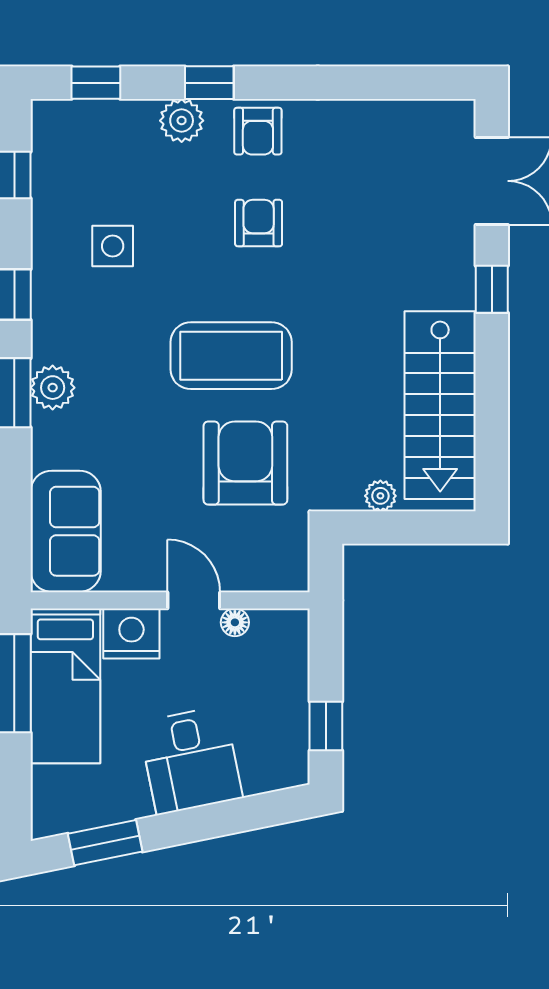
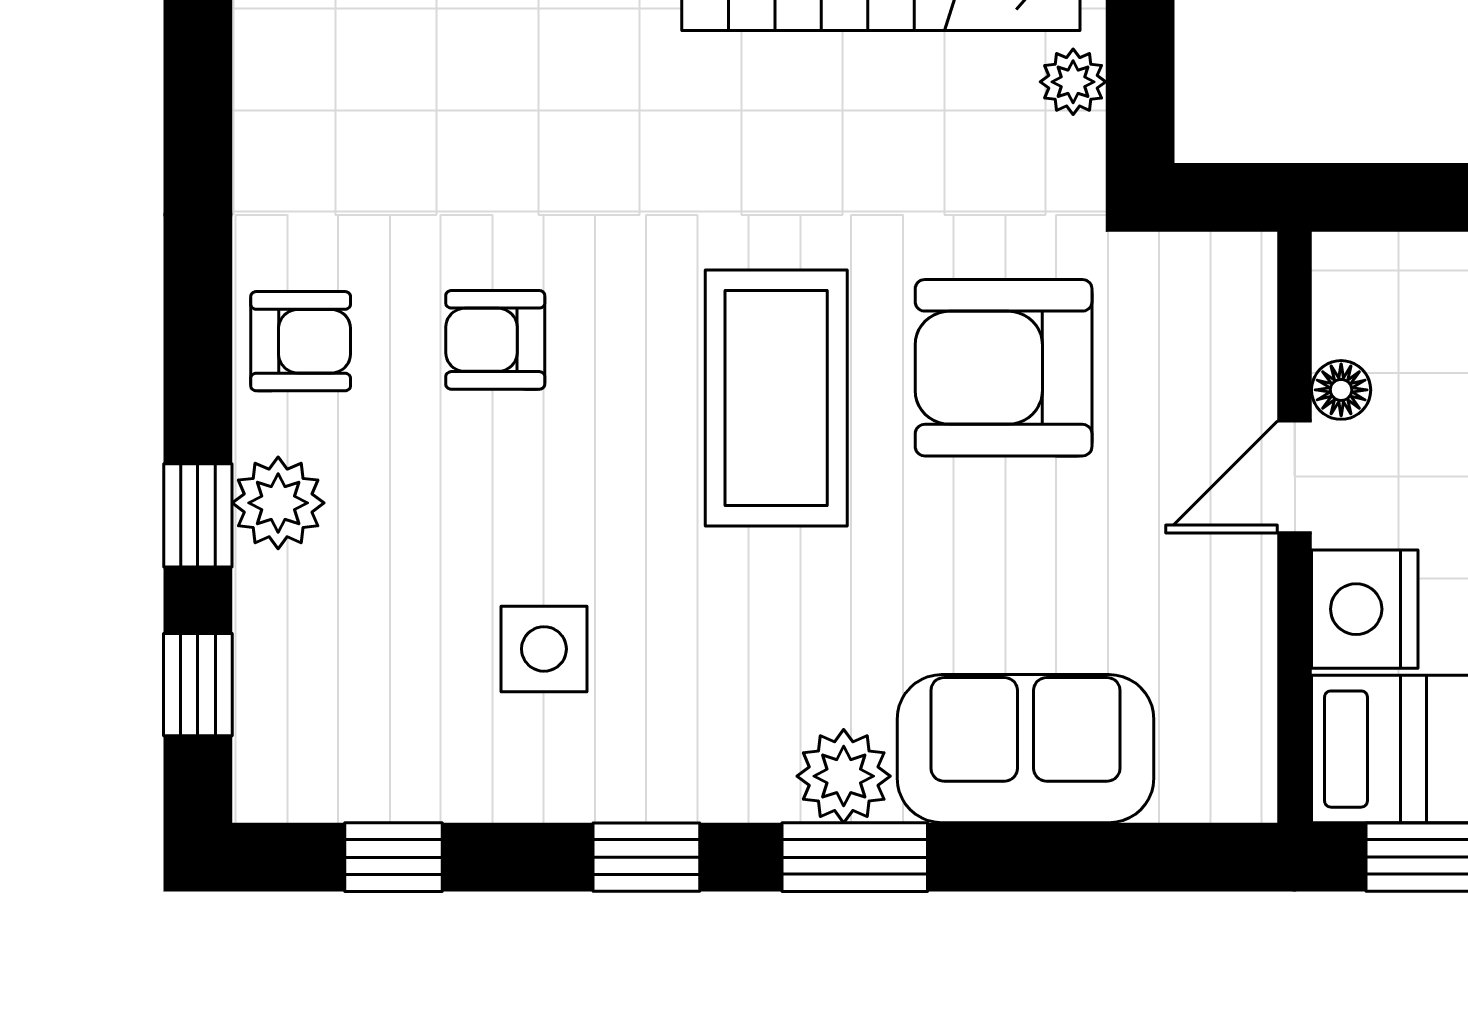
window: (209, 83) -> (198, 515), moved
sofa: (66, 531) -> (1025, 749), moved

